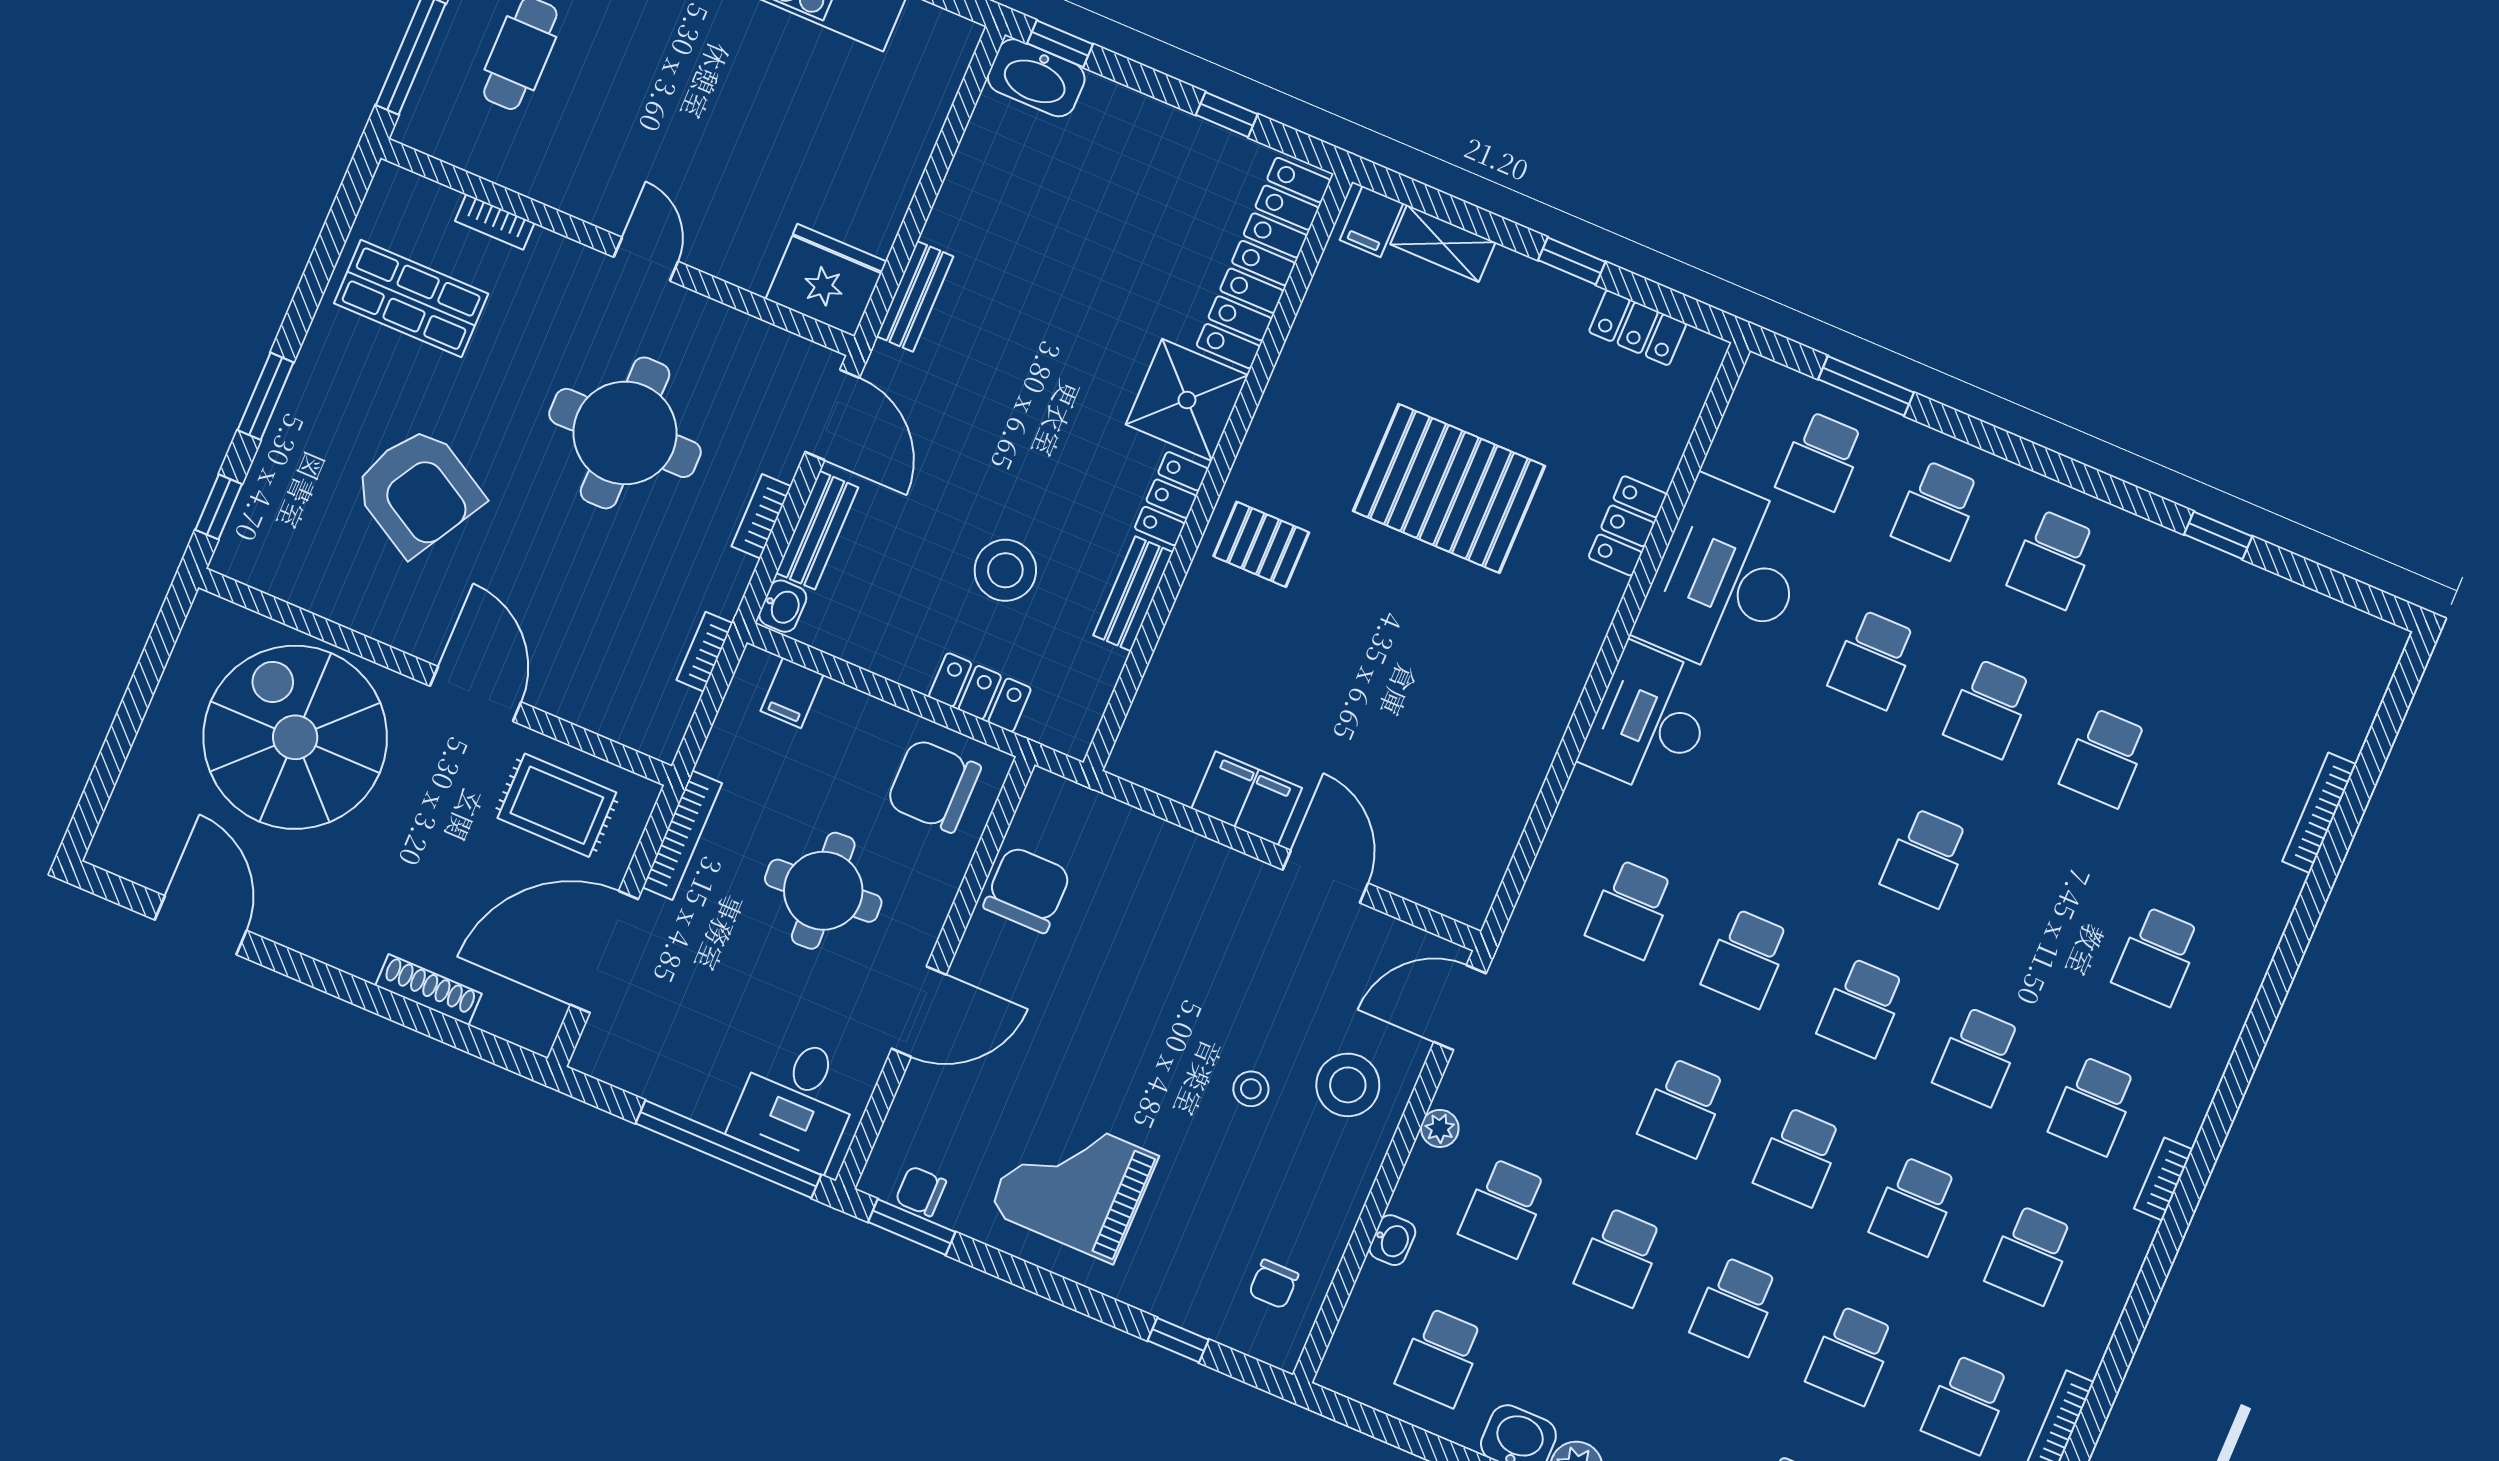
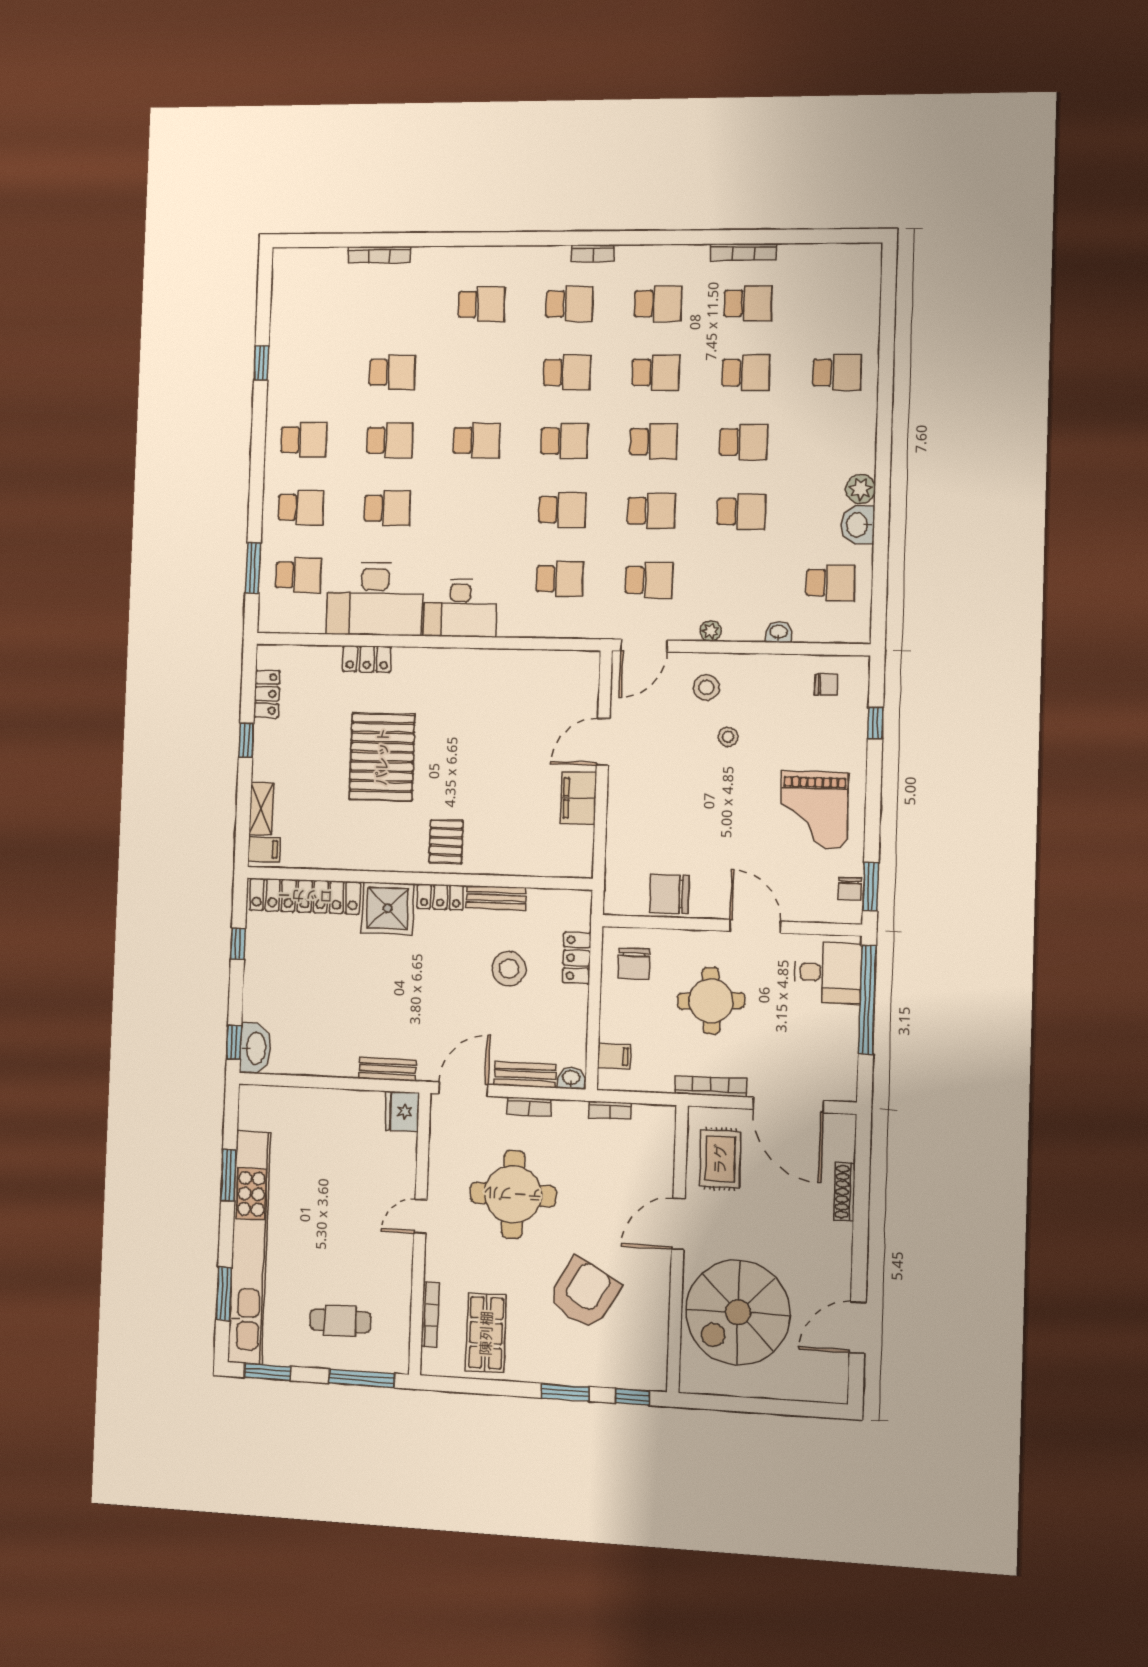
bookcase: (495, 222) -> (430, 1315), width x1.56
fridge: (826, 280) -> (402, 1111), width x0.73, depth x0.75
chair: (933, 786) -> (634, 964), width x0.73, depth x0.73
door: (1460, 1008) -> (644, 646), hinge flipped
stool: (1348, 1085) -> (706, 687), width x0.73, depth x0.73
school desk: (1504, 1208) -> (649, 580), moved

